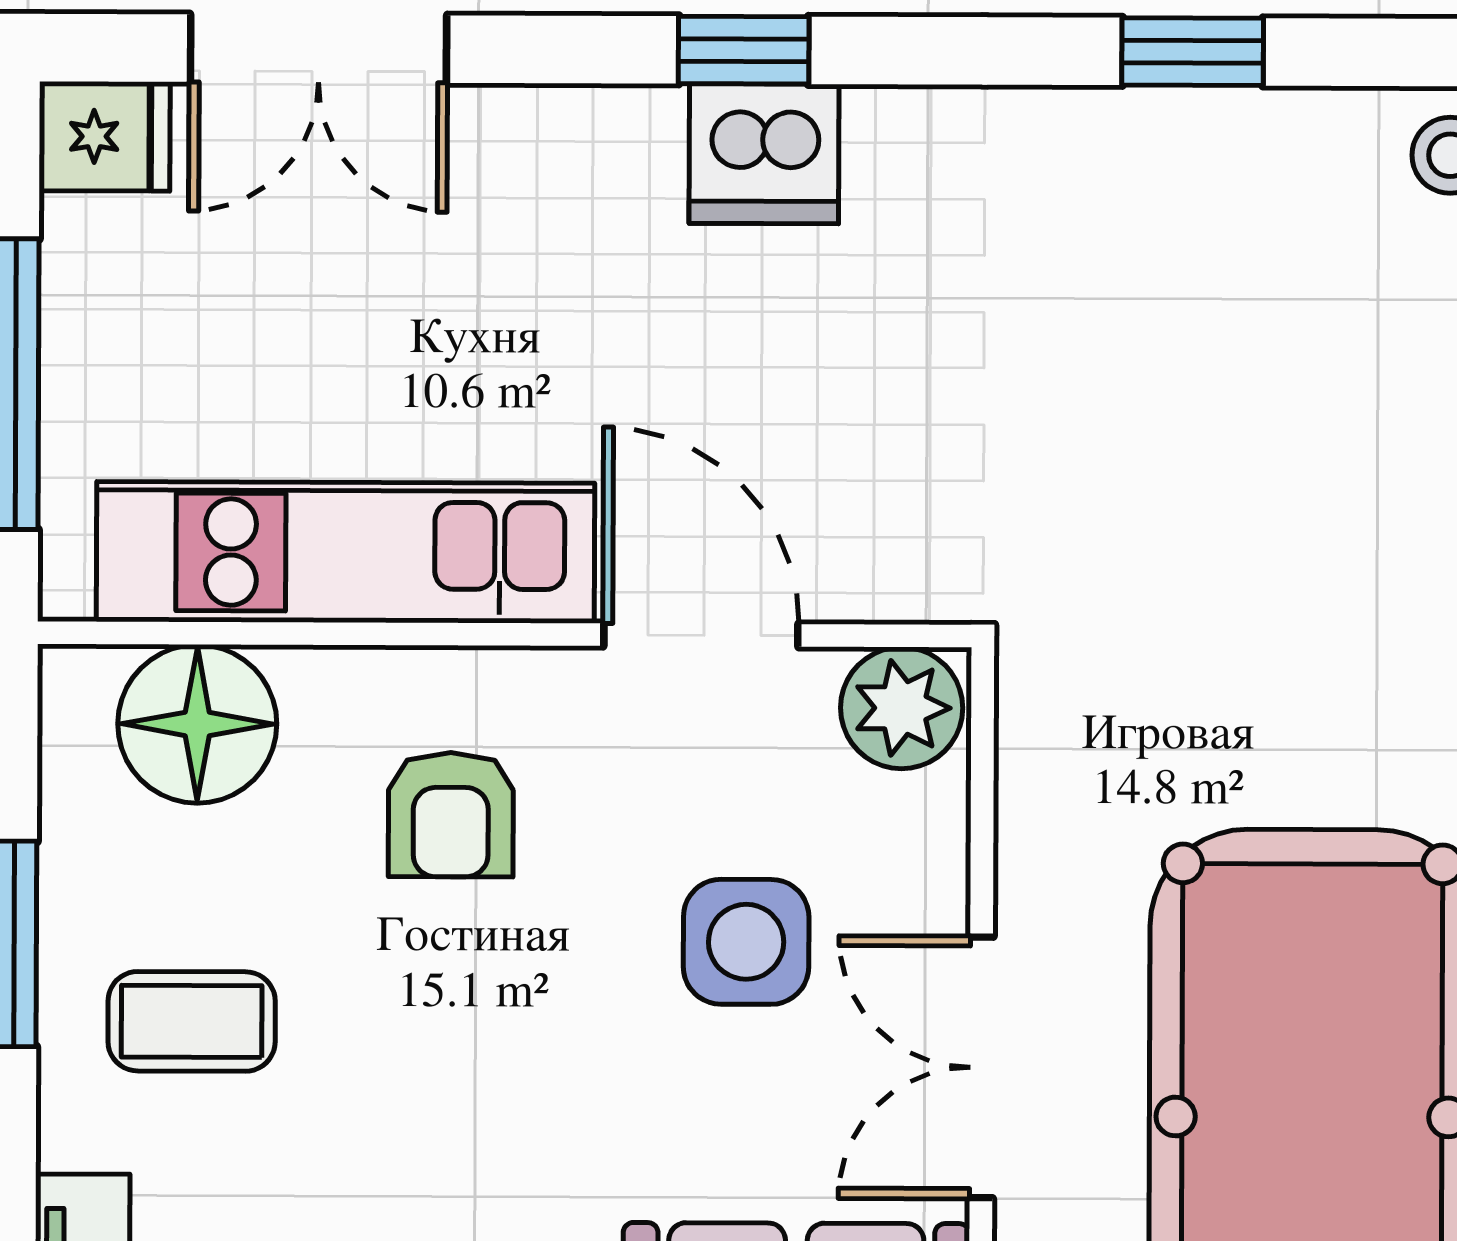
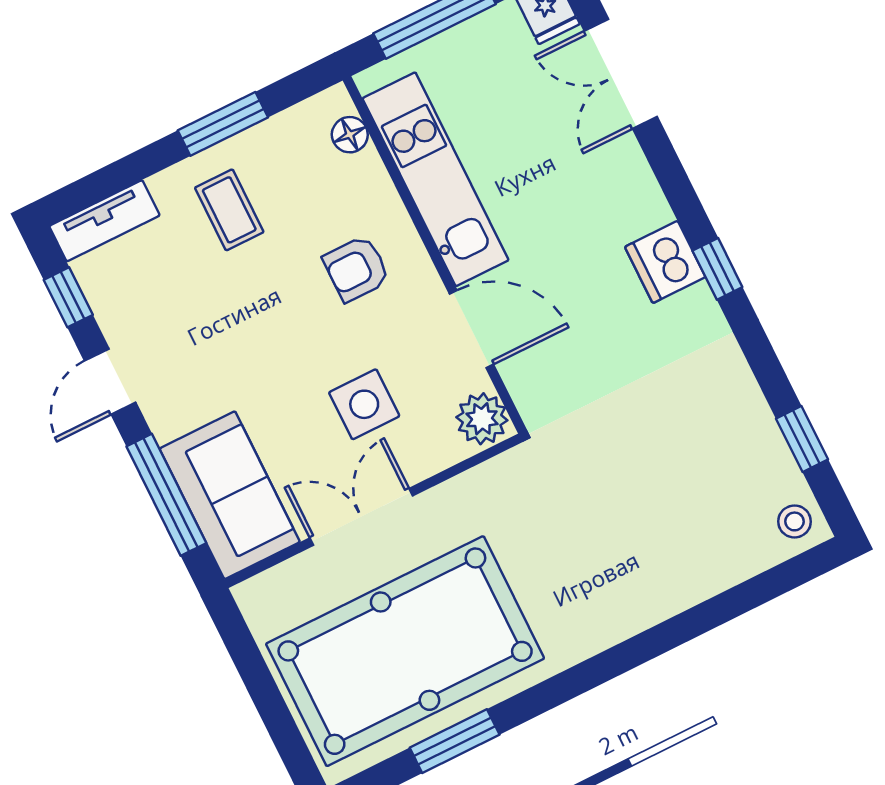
window: (744, 50) -> (717, 269), moved
window: (1193, 52) -> (802, 439), moved
door: (701, 635) -> (472, 329), hinge flipped
floor lamp: (197, 724) -> (350, 135), width x0.53, depth x0.53

